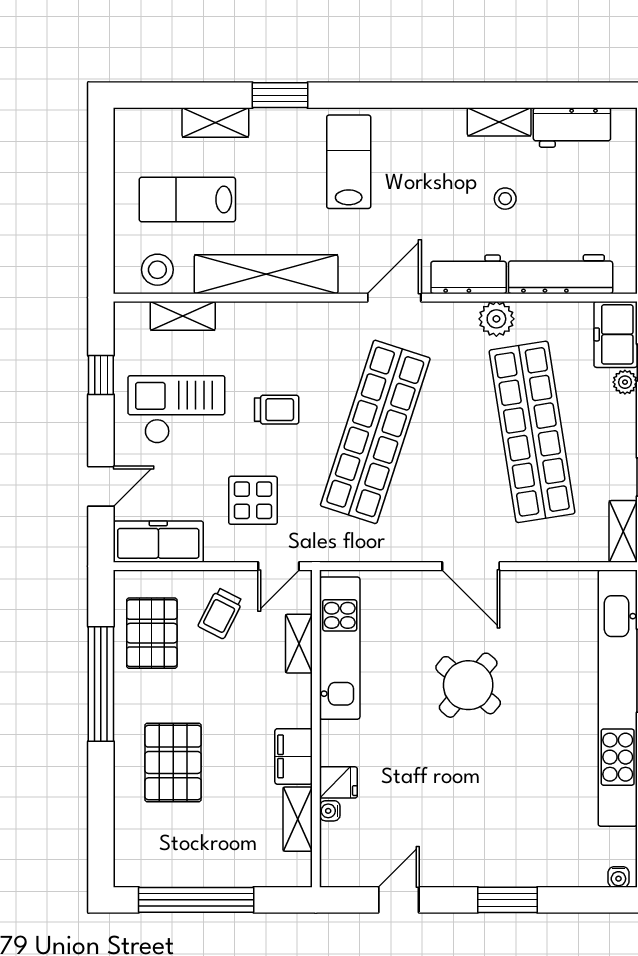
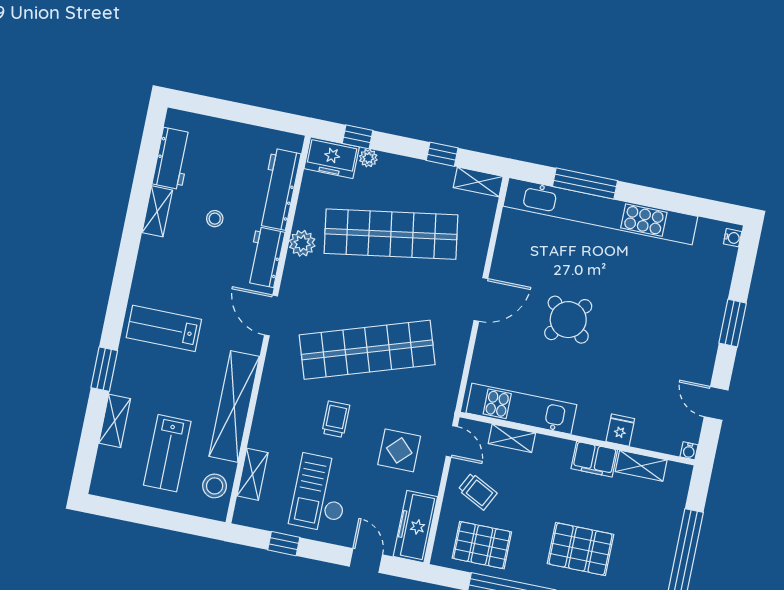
shop shelf: (375, 432) -> (367, 350), turned -36
water cooler: (330, 811) -> (689, 451), moved

